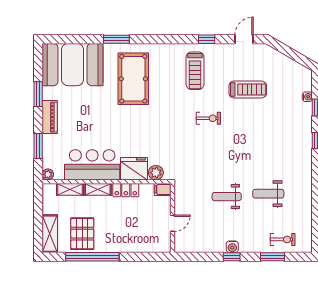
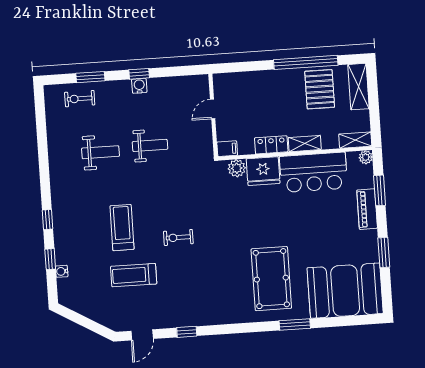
treadmill: (195, 71) -> (122, 228), moved
piano: (50, 117) -> (367, 209), moved
shelving: (70, 189) -> (355, 140), moved

